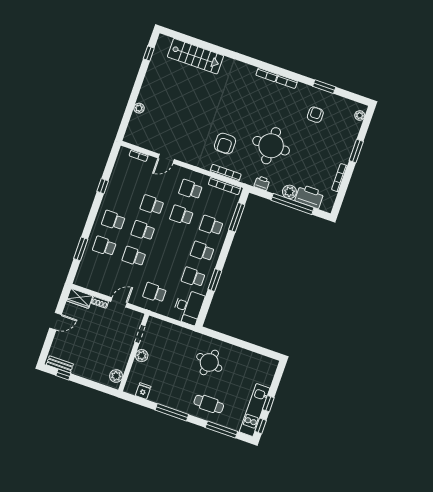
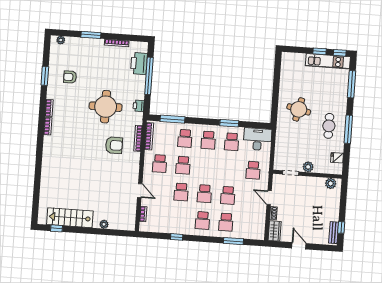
stairs: (195, 56) -> (70, 218), moved, turned -90
plant: (289, 192) -> (140, 81), removed
cafe table: (209, 404) -> (329, 126), moved

